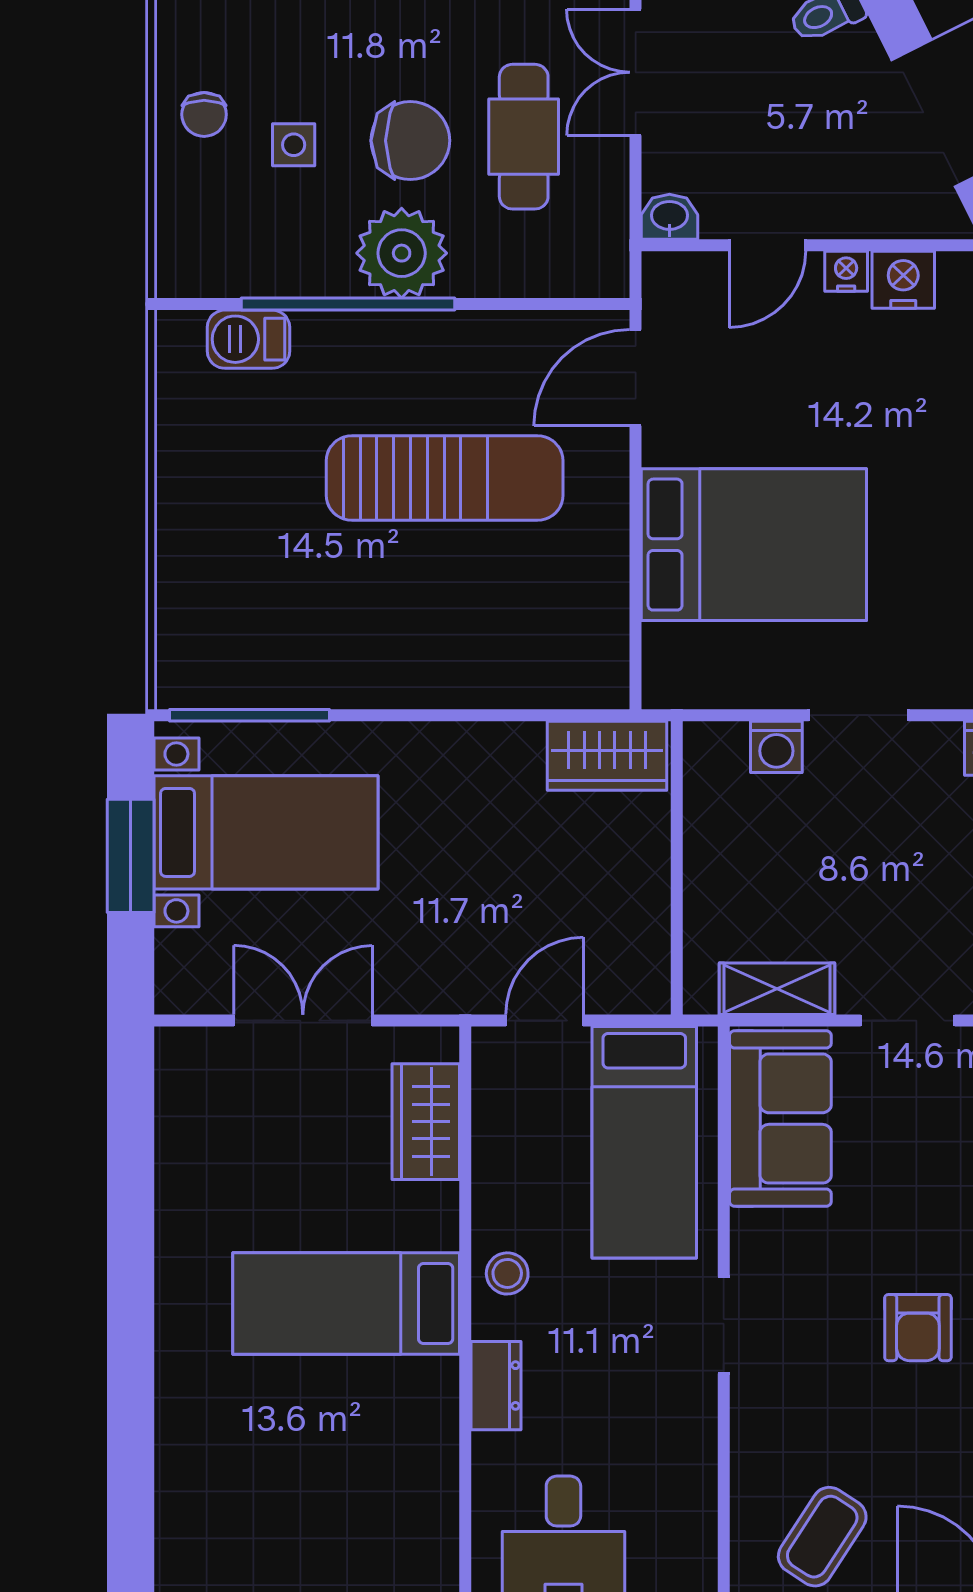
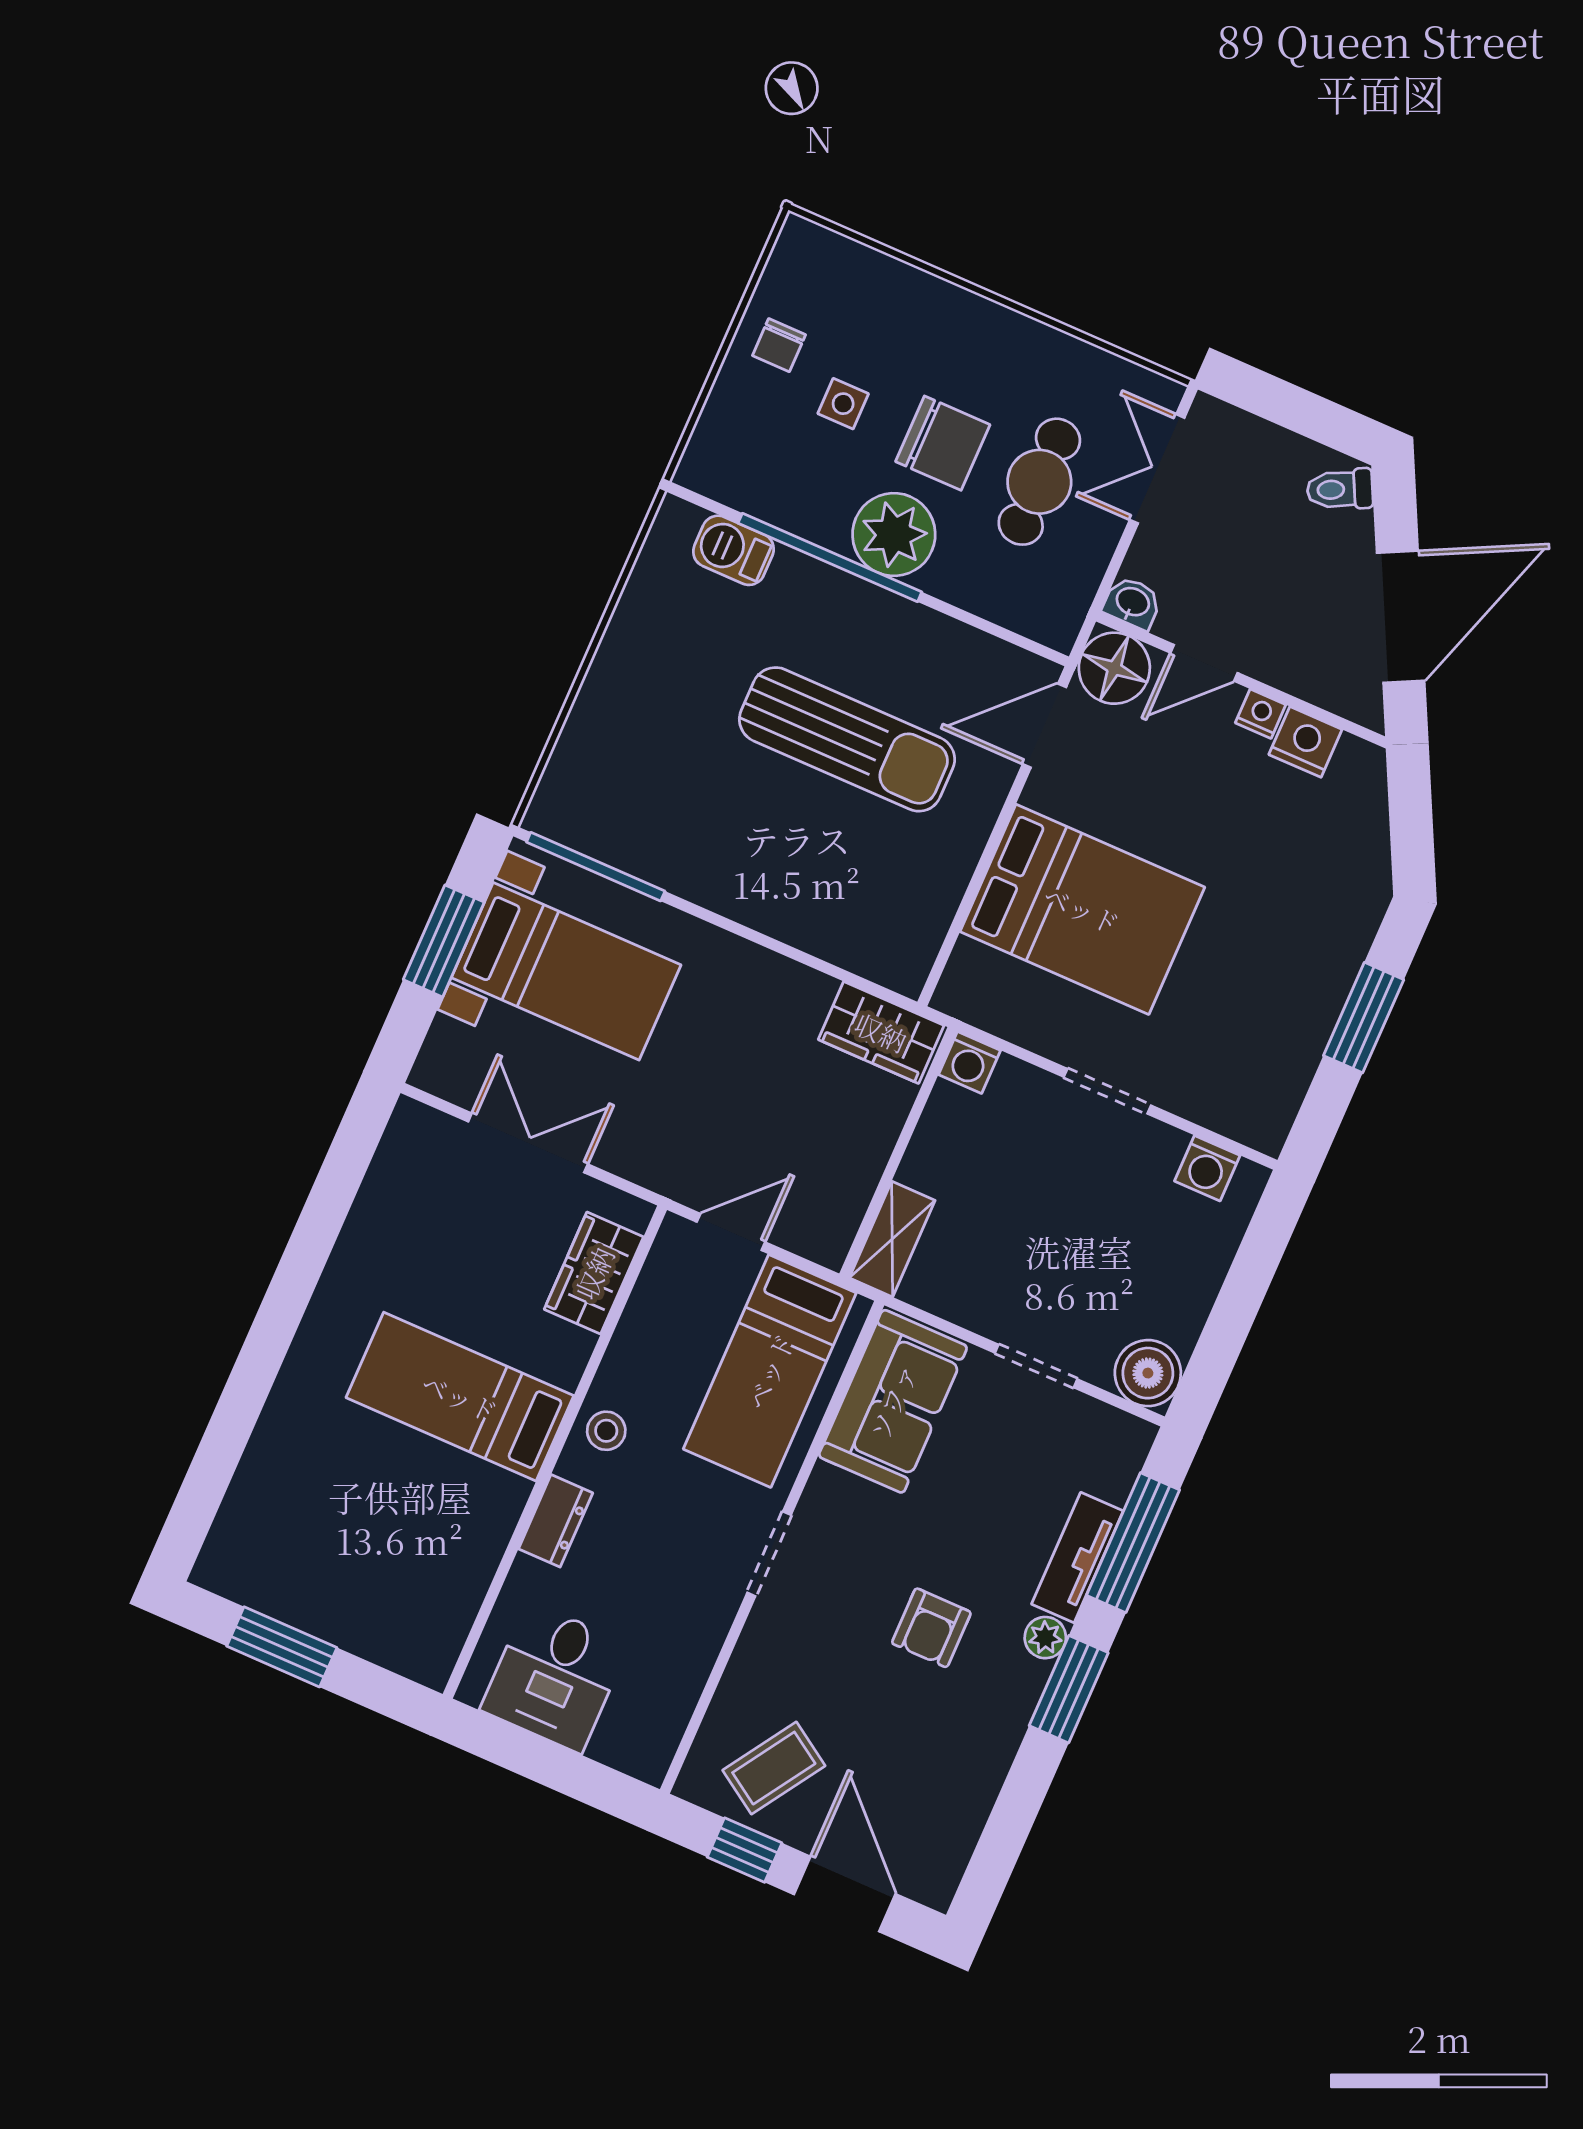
floor lamp: (680, 290) -> (1114, 668), added
washing machine: (776, 747) -> (969, 1062), moved
shelving: (777, 989) -> (892, 1239), moved, turned 90

